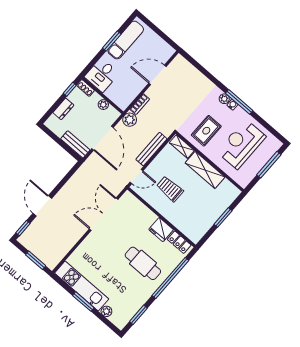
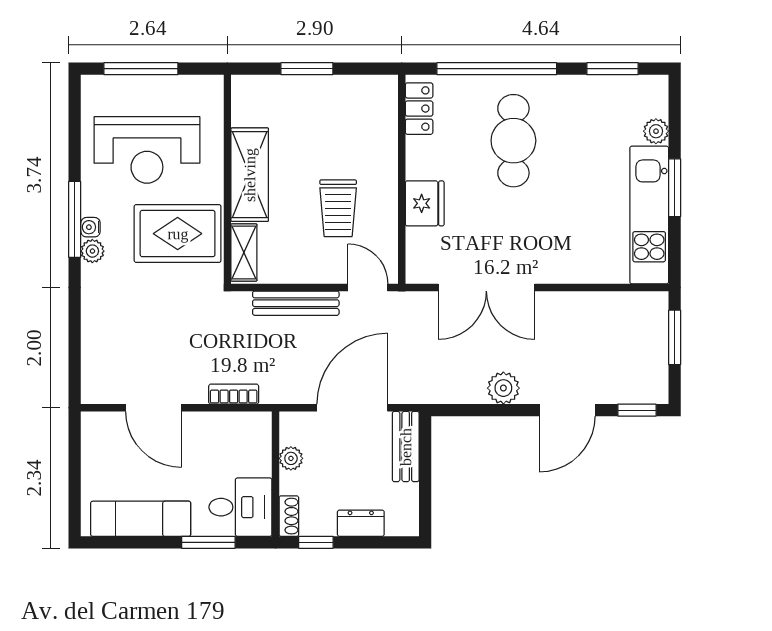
window: (112, 41) -> (208, 542), moved
plant: (130, 120) -> (503, 388), moved
rug: (206, 131) -> (178, 234), width x1.36, depth x1.43
fridge: (161, 230) -> (425, 203), moved

